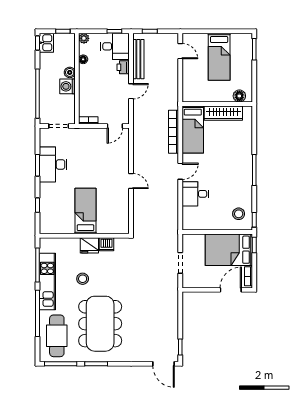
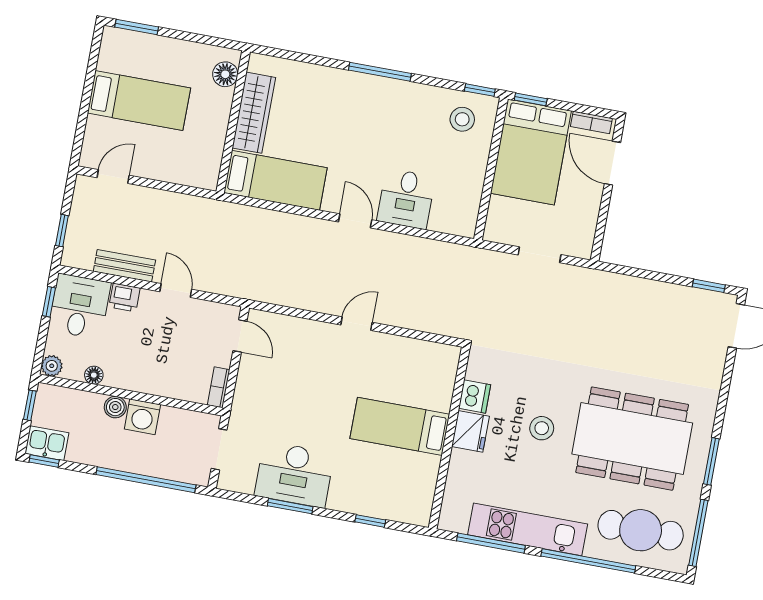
bench: (138, 59) -> (124, 266), width x0.73
bookcase: (174, 132) -> (273, 220), removed
stool: (83, 279) -> (542, 428), moved

